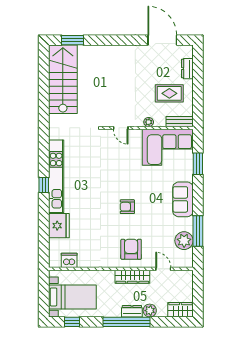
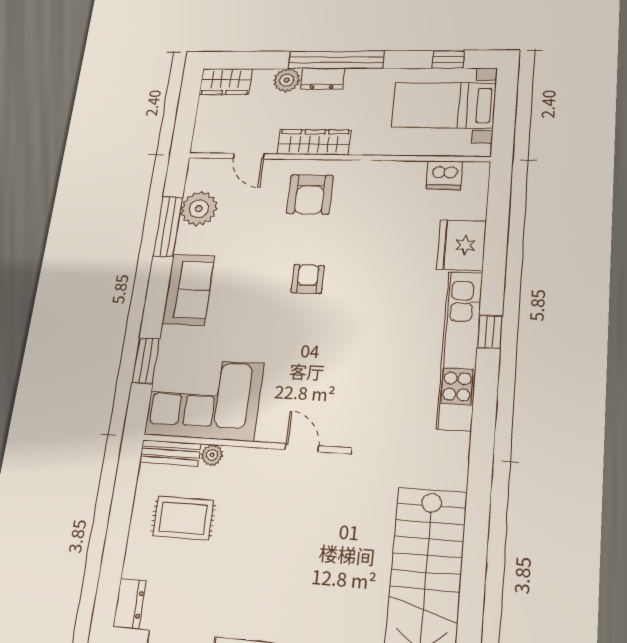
dresser: (187, 69) -> (130, 604), moved
plant: (149, 122) -> (212, 455), moved
armchair: (127, 207) -> (308, 279), turned -90

